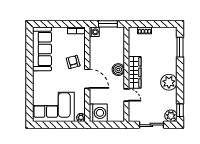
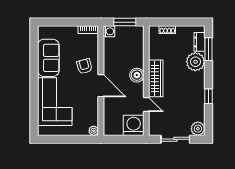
dresser: (172, 41) -> (200, 42), added
sofa: (42, 49) -> (48, 58), width x0.73
plant: (169, 82) -> (195, 62), moved
corner sofa: (53, 107) -> (55, 102), moved, turned 90
window: (180, 110) -> (208, 96), moved
washing machine: (98, 113) -> (134, 125), moved, turned -90

